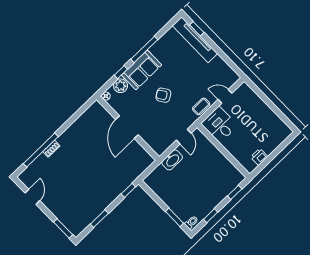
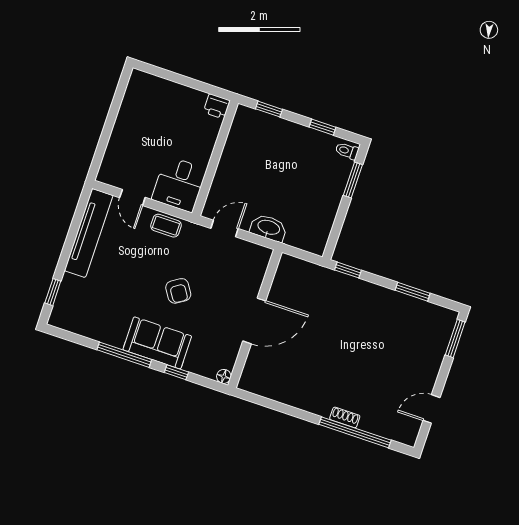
tv unit: (195, 40) -> (89, 233), moved
plant: (120, 86) -> (197, 362), removed
printer: (259, 157) -> (217, 106), moved

